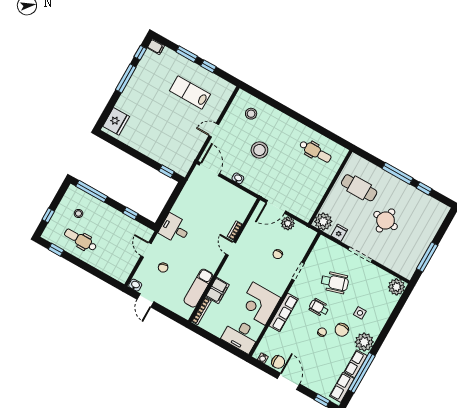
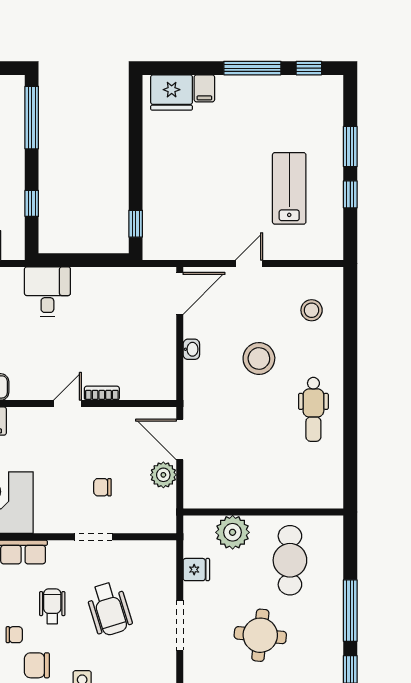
filing cabinet: (156, 47) -> (204, 88), moved
door: (214, 130) -> (249, 263), hinge flipped
dental chair: (315, 152) -> (313, 409), moved
plant: (323, 221) -> (233, 532), moved

